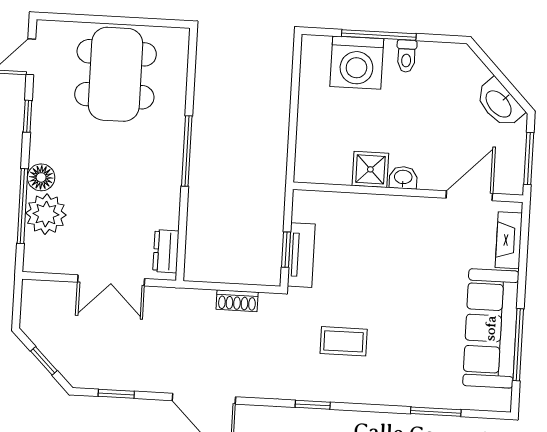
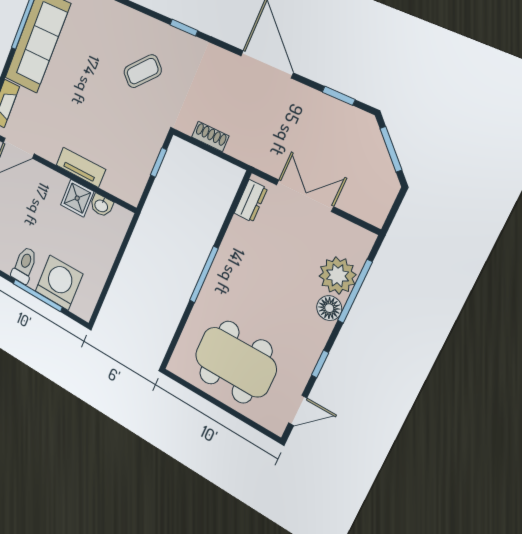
toilet: (406, 56) -> (24, 265), width x1.37, depth x1.39
dining table: (115, 74) -> (236, 362), turned 90
washbasin: (403, 178) -> (101, 205), moved
tv unit: (301, 255) -> (81, 167), moved, turned 90
coffee table: (344, 341) -> (143, 71), turned -47
window: (44, 361) -> (391, 149), width x1.50

